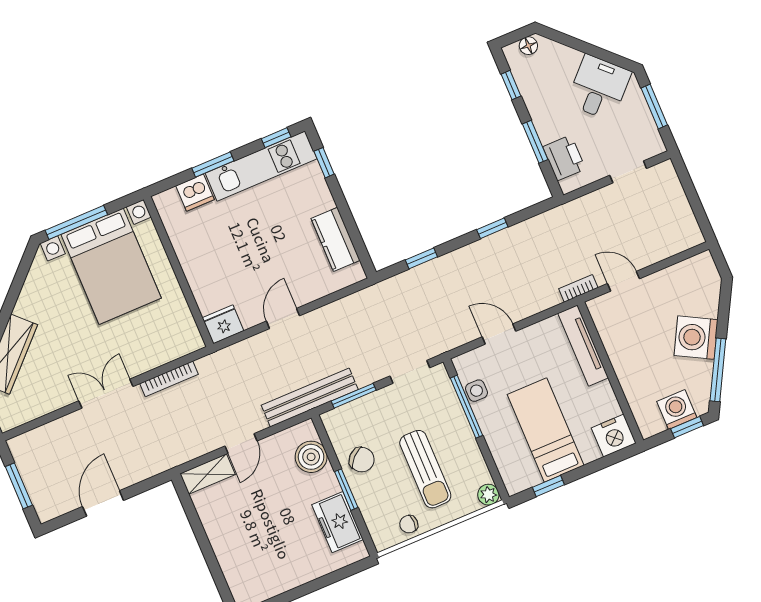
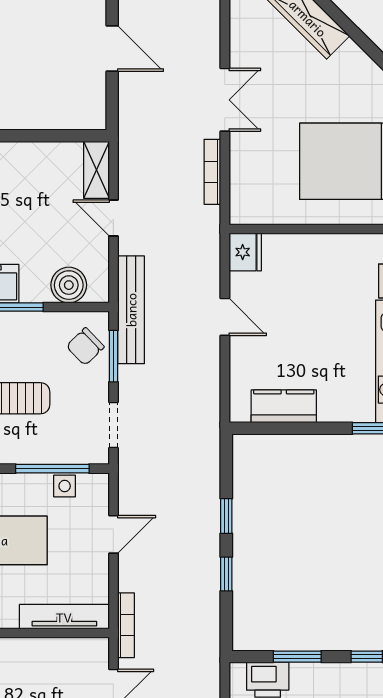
window: (421, 258) -> (226, 516), moved
bookcase: (578, 288) -> (126, 625), width x1.56
chair: (362, 460) -> (85, 346), moved

